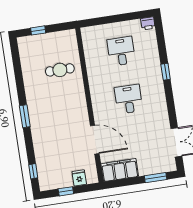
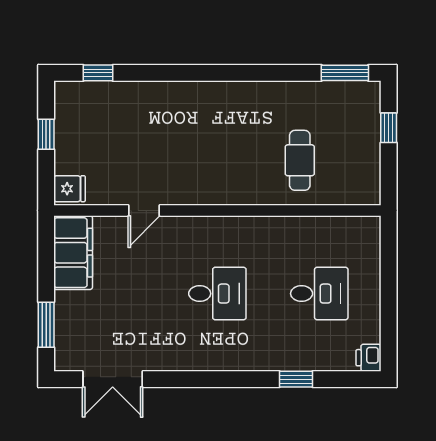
window: (166, 72) -> (296, 379), moved
window: (25, 116) -> (345, 73), moved
door: (95, 140) -> (144, 210), width x0.53
fridge: (79, 178) -> (70, 189), moved

